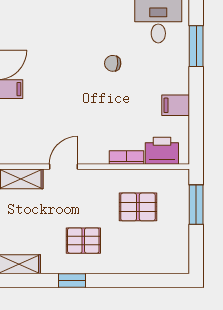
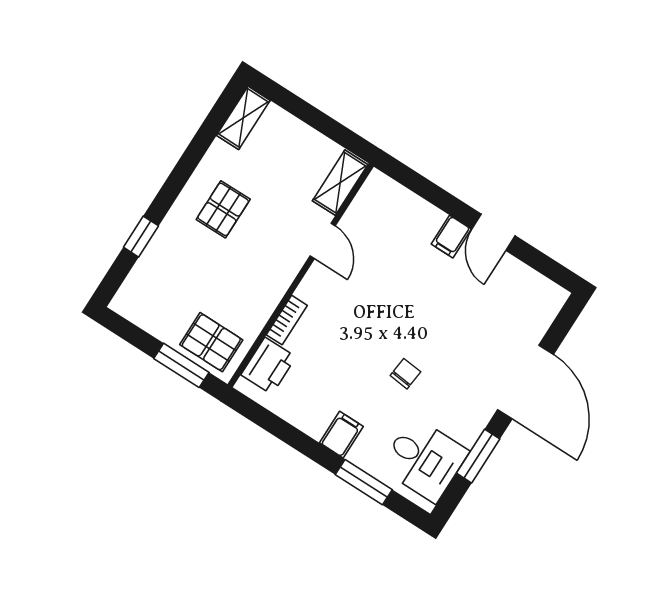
filing cabinet: (176, 105) -> (341, 435), moved
pallet: (138, 207) -> (211, 342), moved, turned 90
window: (72, 281) -> (141, 237), moved

